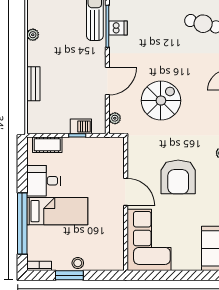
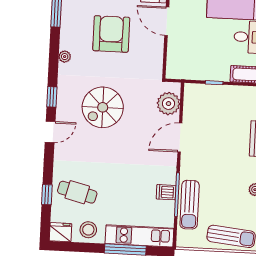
spiral stairs: (161, 101) -> (103, 107), moved
plant: (115, 118) -> (168, 104), width x1.88, depth x1.88
barbecue: (81, 126) -> (210, 92), removed

